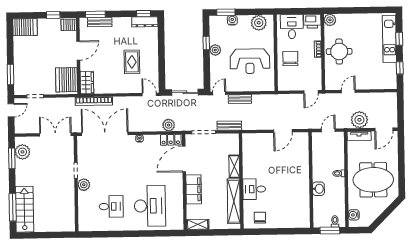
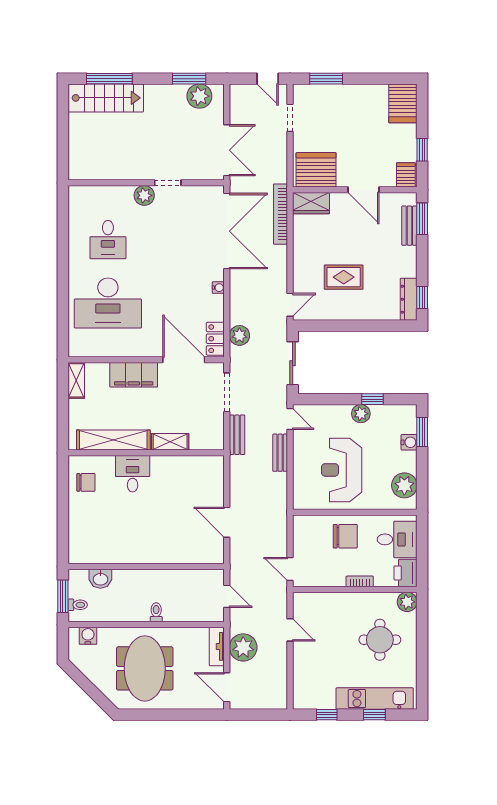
round table: (339, 51) -> (380, 640), moved
washbasin: (318, 189) -> (100, 579), moved

